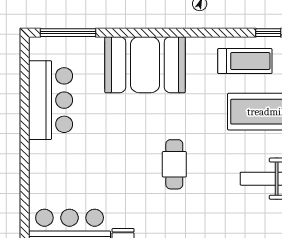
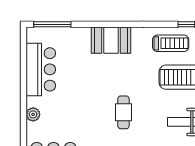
booth: (145, 65) -> (111, 40), width x0.73, depth x0.70
plant: (39, 167) -> (33, 114), added

